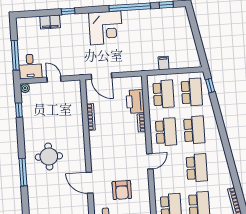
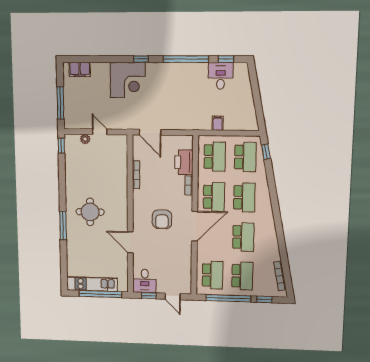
window: (68, 11) -> (141, 59), moved
filing cabinet: (50, 22) -> (80, 69), moved
corner desk: (106, 28) -> (128, 80), moved
desk: (30, 66) -> (221, 76), moved, turned 180
plant: (25, 88) -> (85, 139), moved
window: (19, 110) -> (61, 146), moved
door: (150, 161) -> (195, 226), width x1.88
armchair: (122, 190) -> (162, 219), moved

